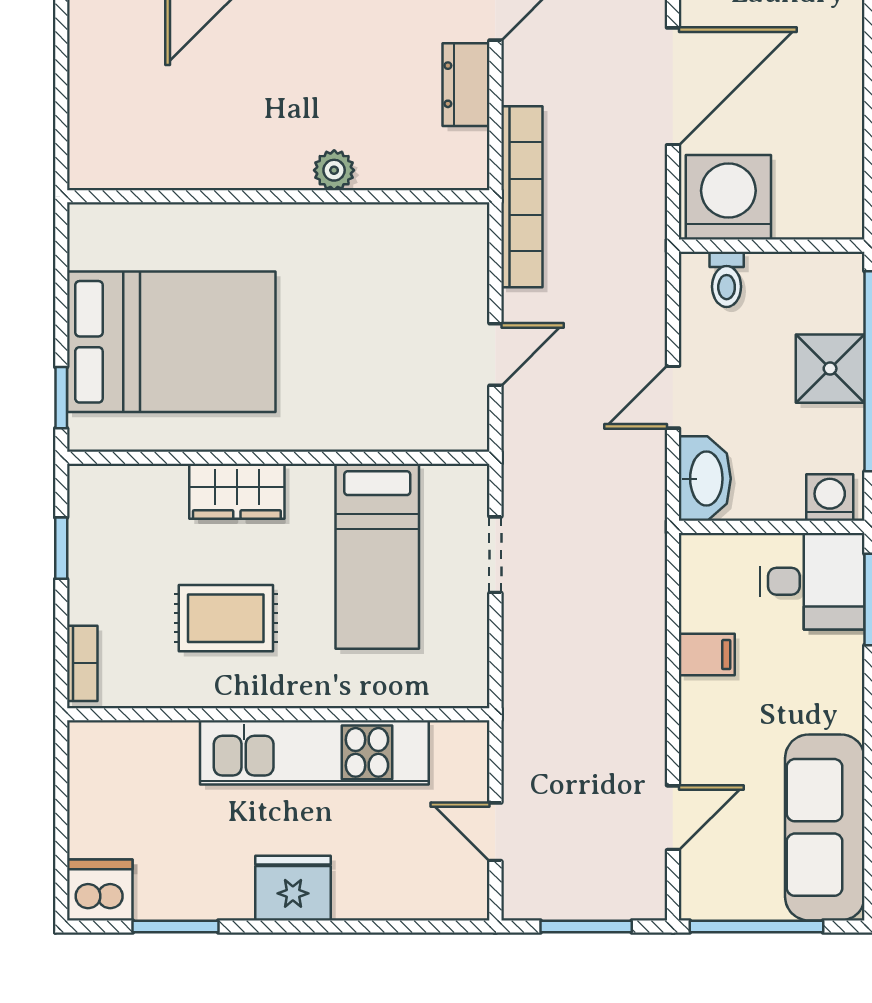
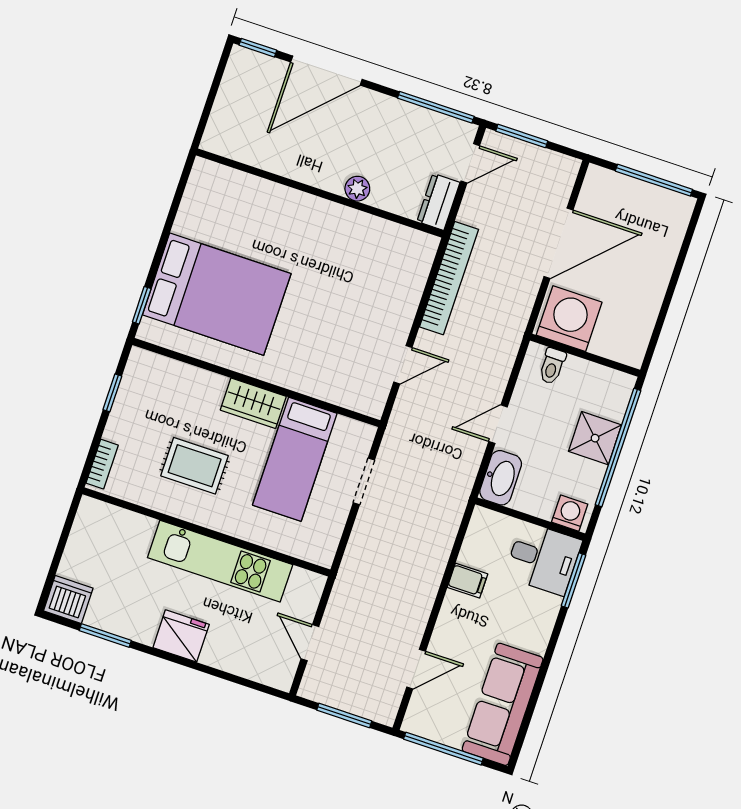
plant: (334, 170) -> (357, 189), moved
wall: (278, 196) -> (320, 193), moved
wardrobe: (237, 491) -> (253, 403), moved

